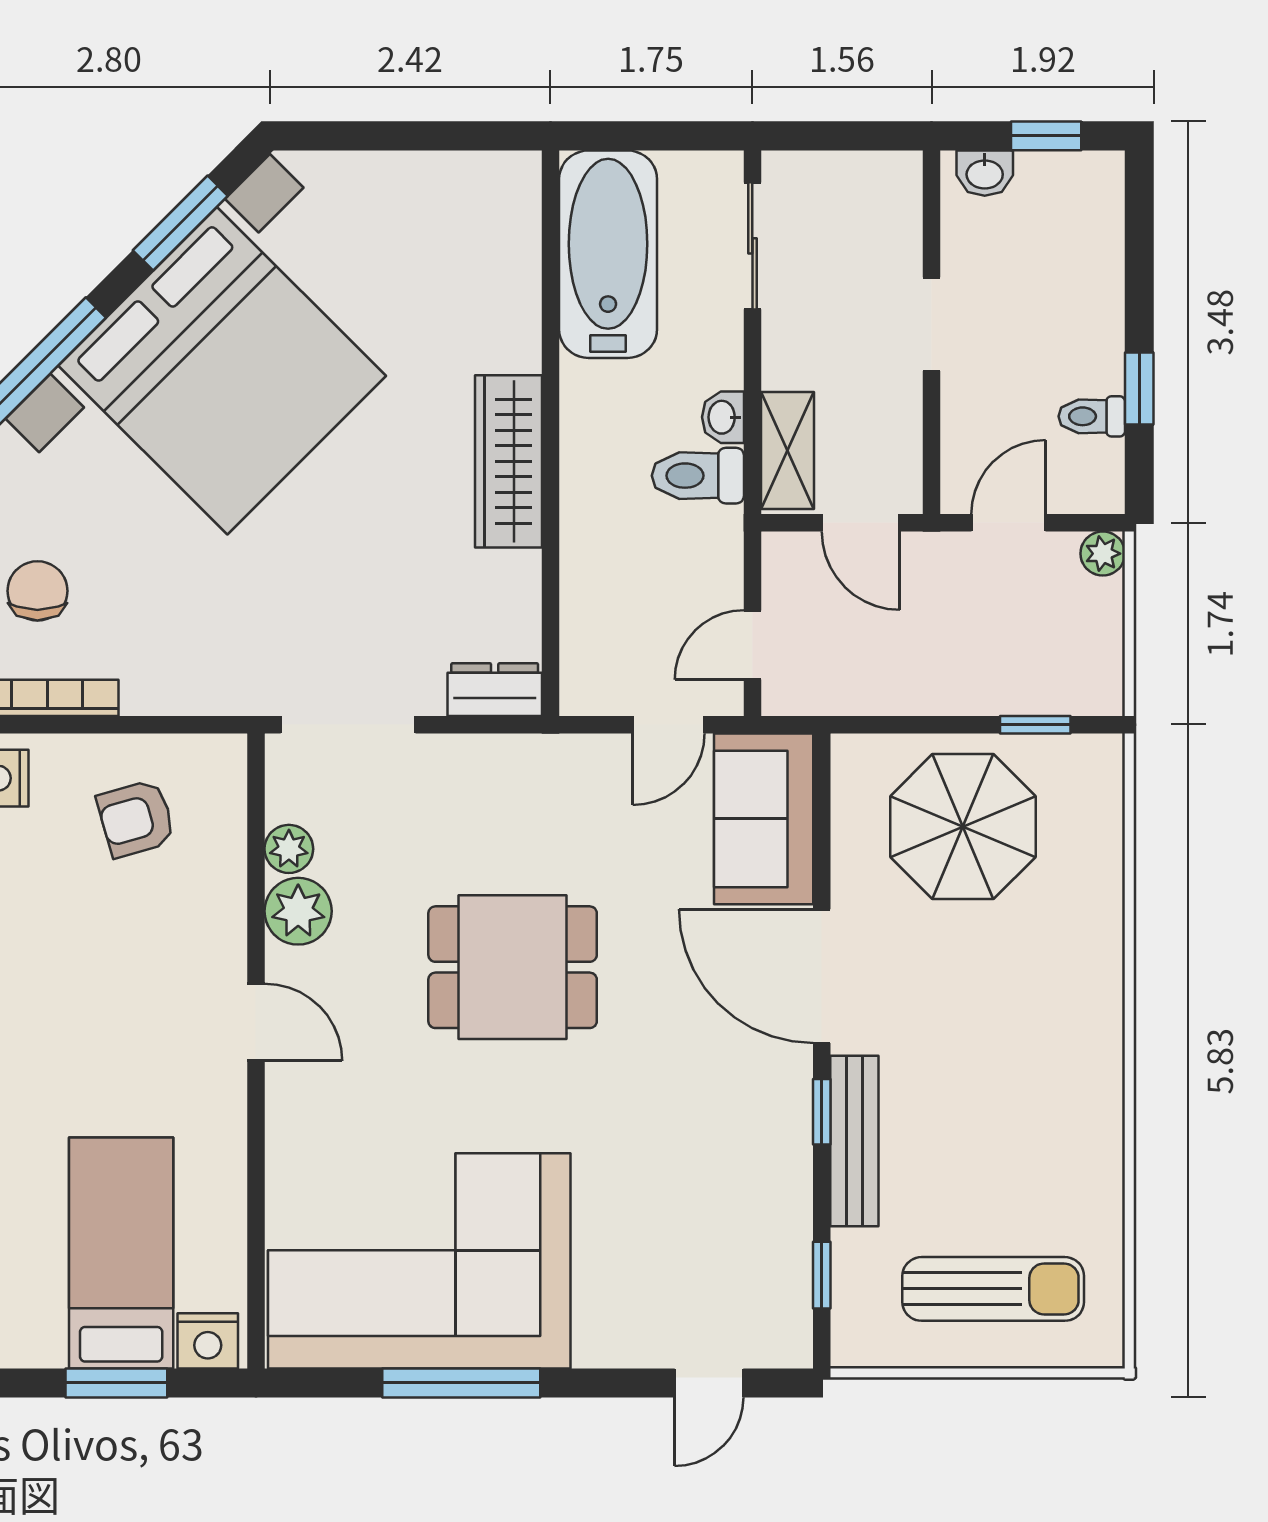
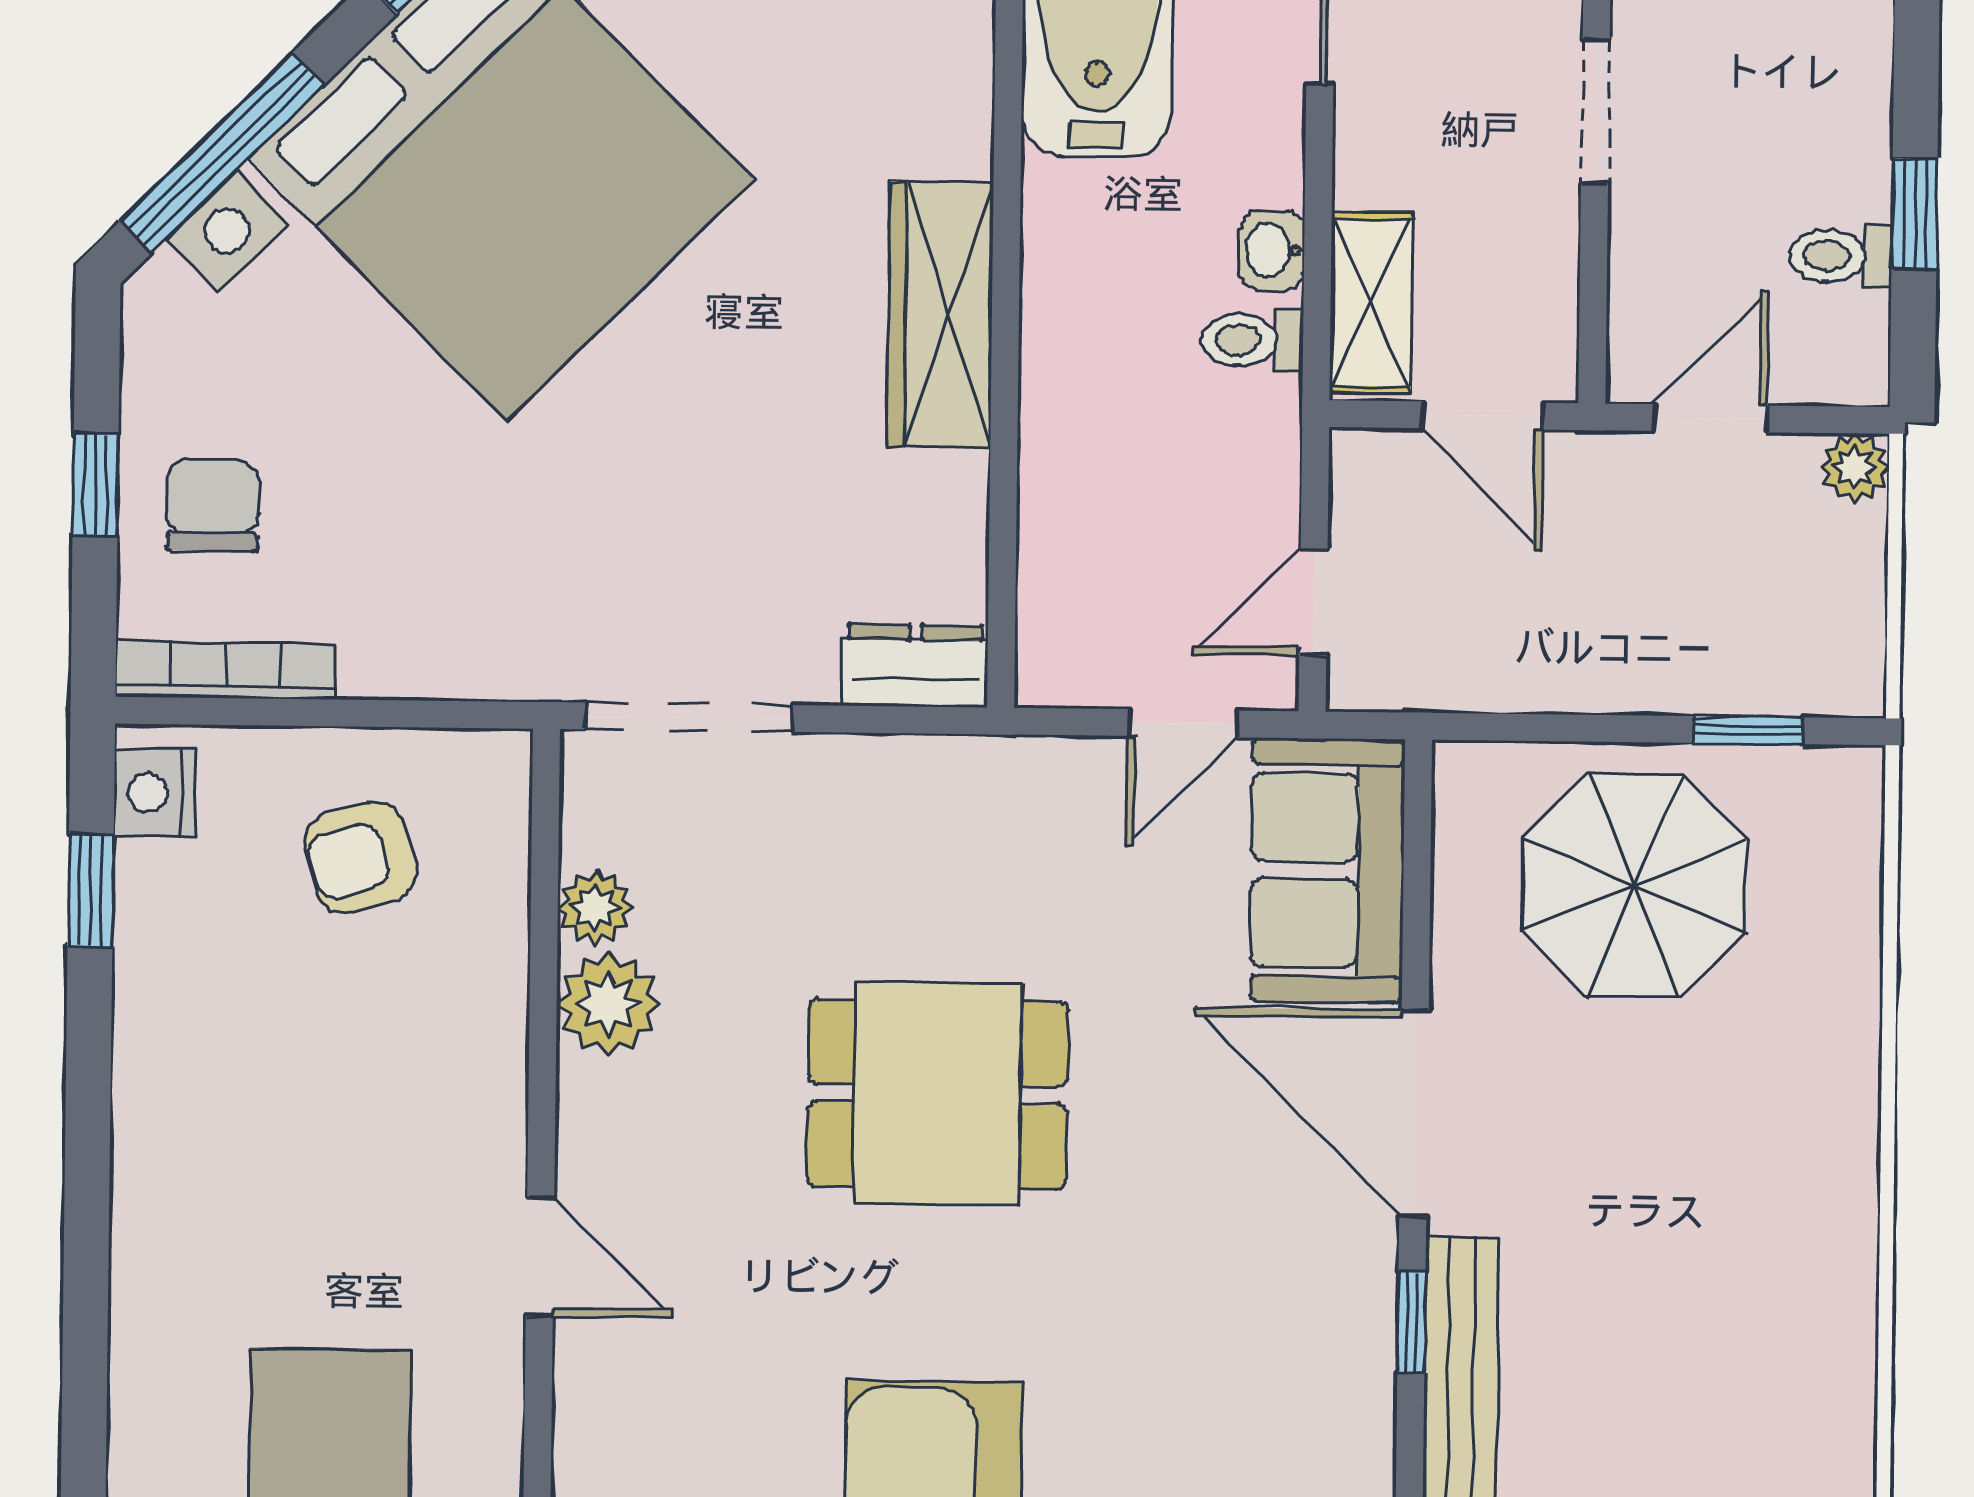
toilet: (698, 476) -> (1252, 340), width x0.73, depth x0.72
door: (256, 1022) -> (540, 1256), moved

